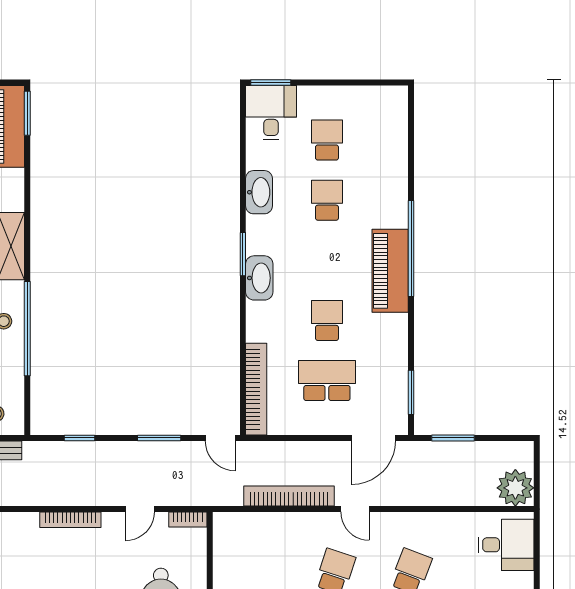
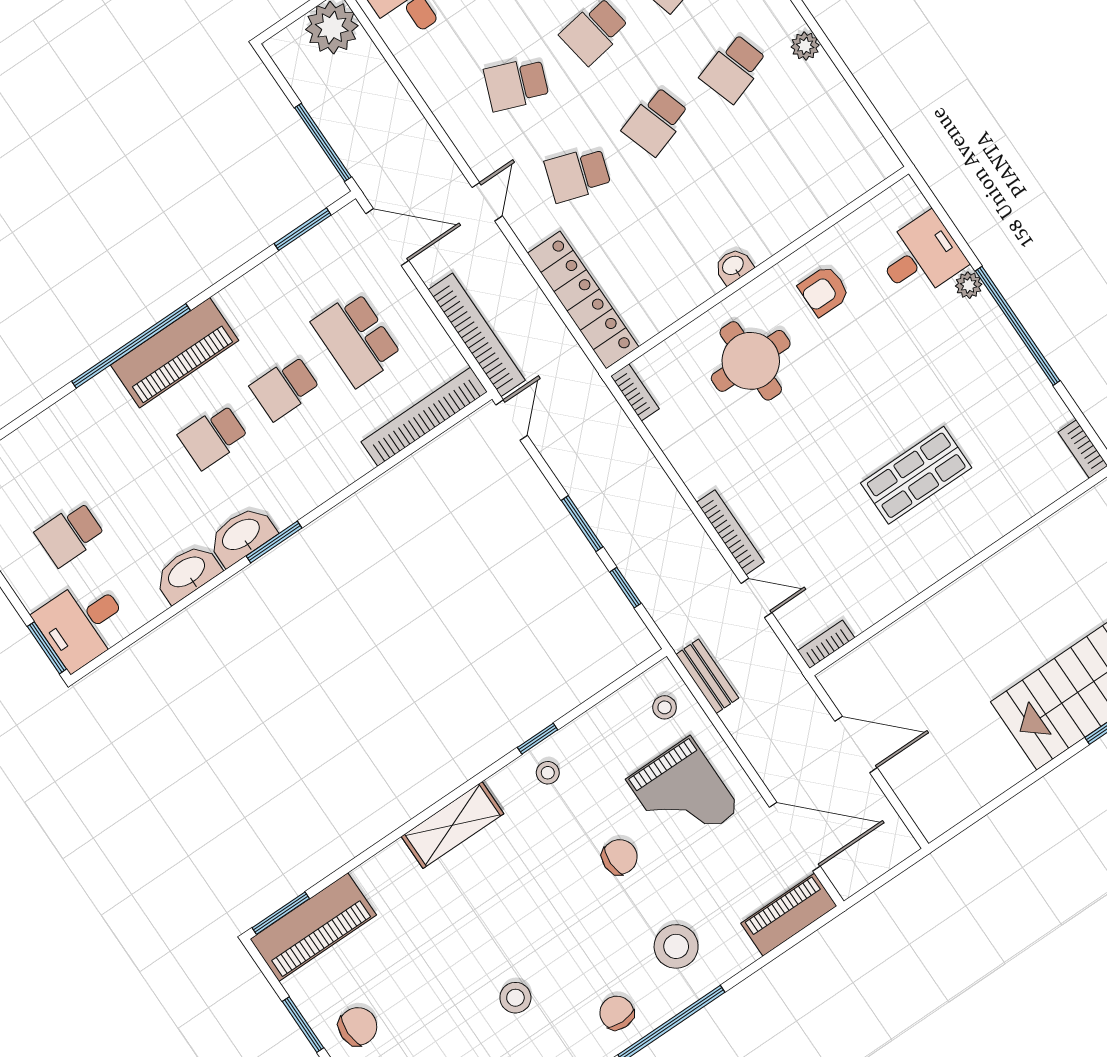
school desk: (327, 200) -> (213, 437), moved
washbasin: (259, 278) -> (242, 535), moved
window: (27, 329) -> (538, 739), width x0.32
window: (159, 438) -> (582, 524), moved
window: (453, 438) -> (323, 142), width x1.44
bookcase: (289, 496) -> (477, 335), moved, turned 180
door: (140, 509) -> (756, 598), moved
locker: (261, 526) -> (583, 300), added

